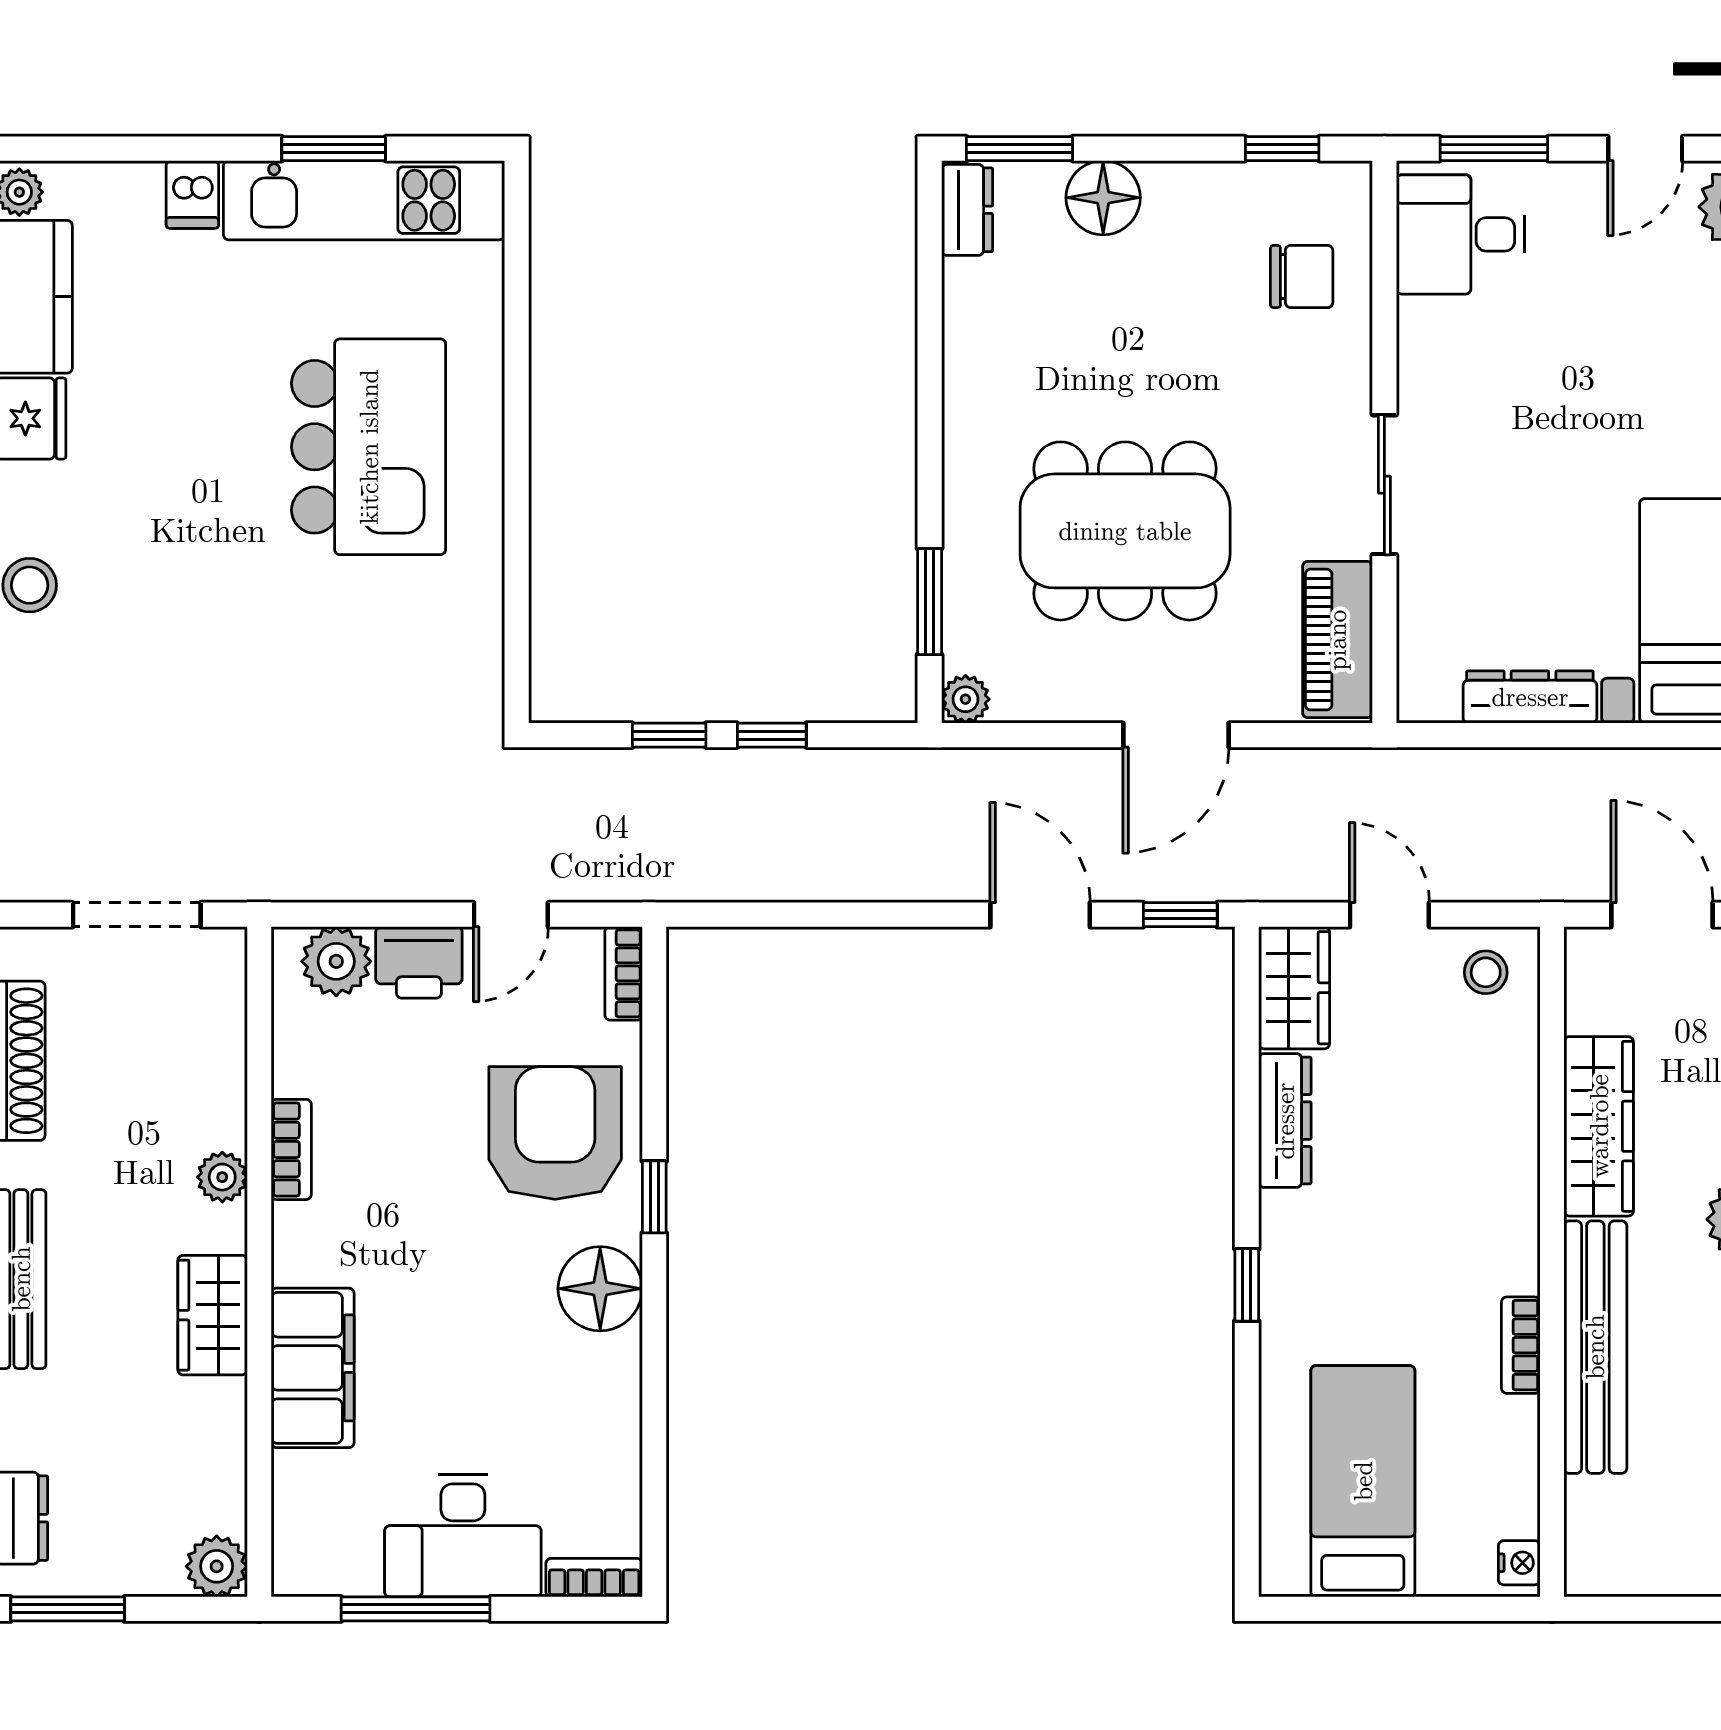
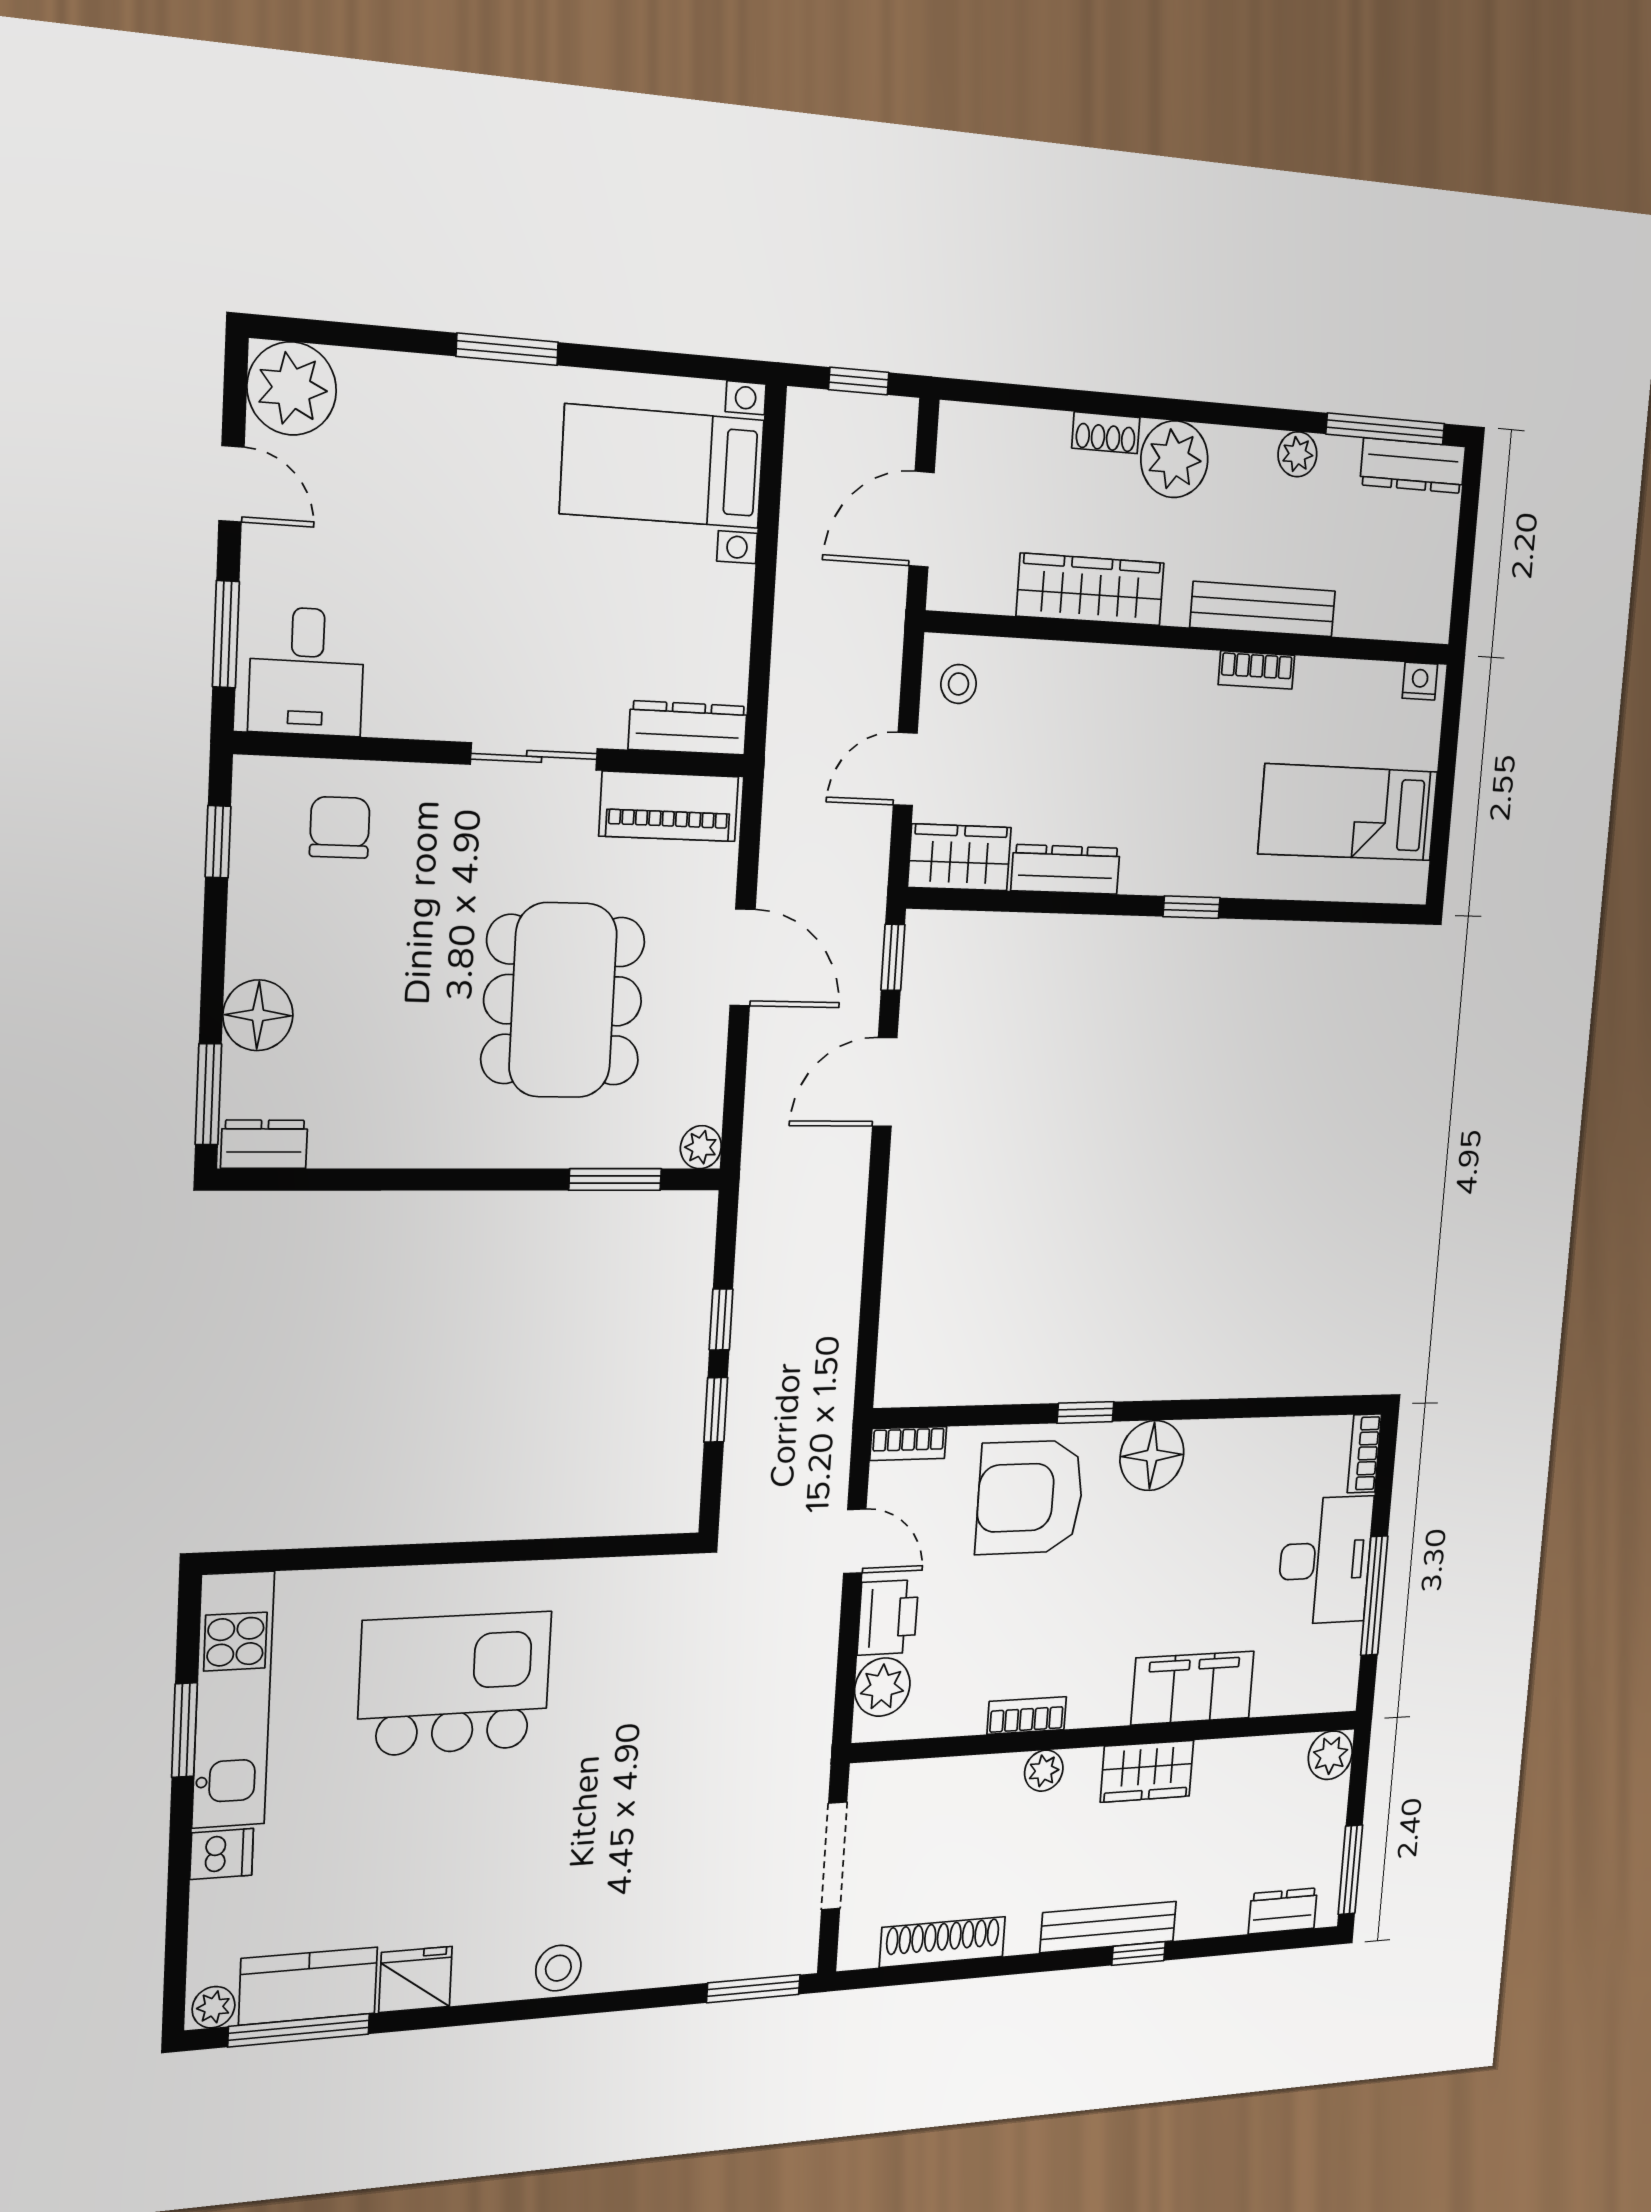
dresser: (1530, 697) -> (688, 728), moved, turned 90
bench: (1595, 1347) -> (1263, 609), width x0.73, depth x0.82

